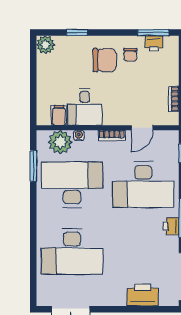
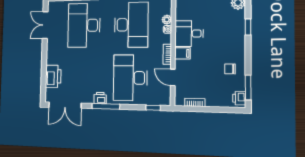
printer: (154, 43) -> (239, 98), moved
chair: (105, 60) -> (226, 49), removed
filing cabinet: (59, 115) -> (182, 53), moved
plant: (60, 142) -> (167, 20), width x0.53, depth x0.53

